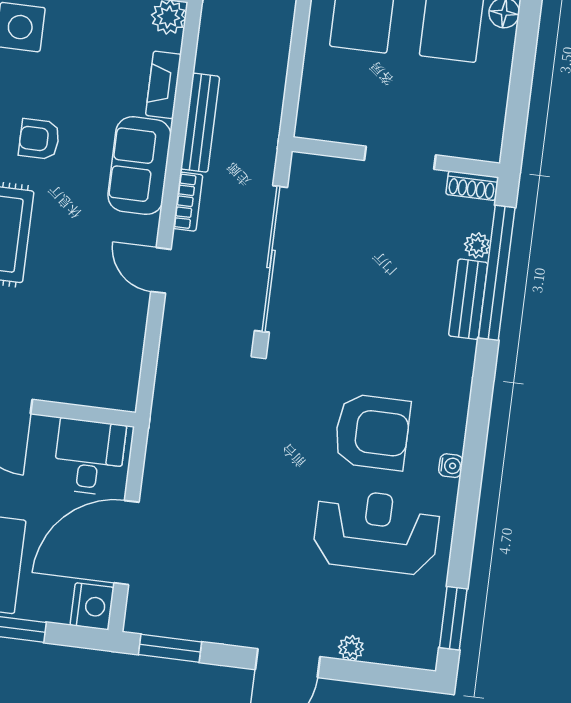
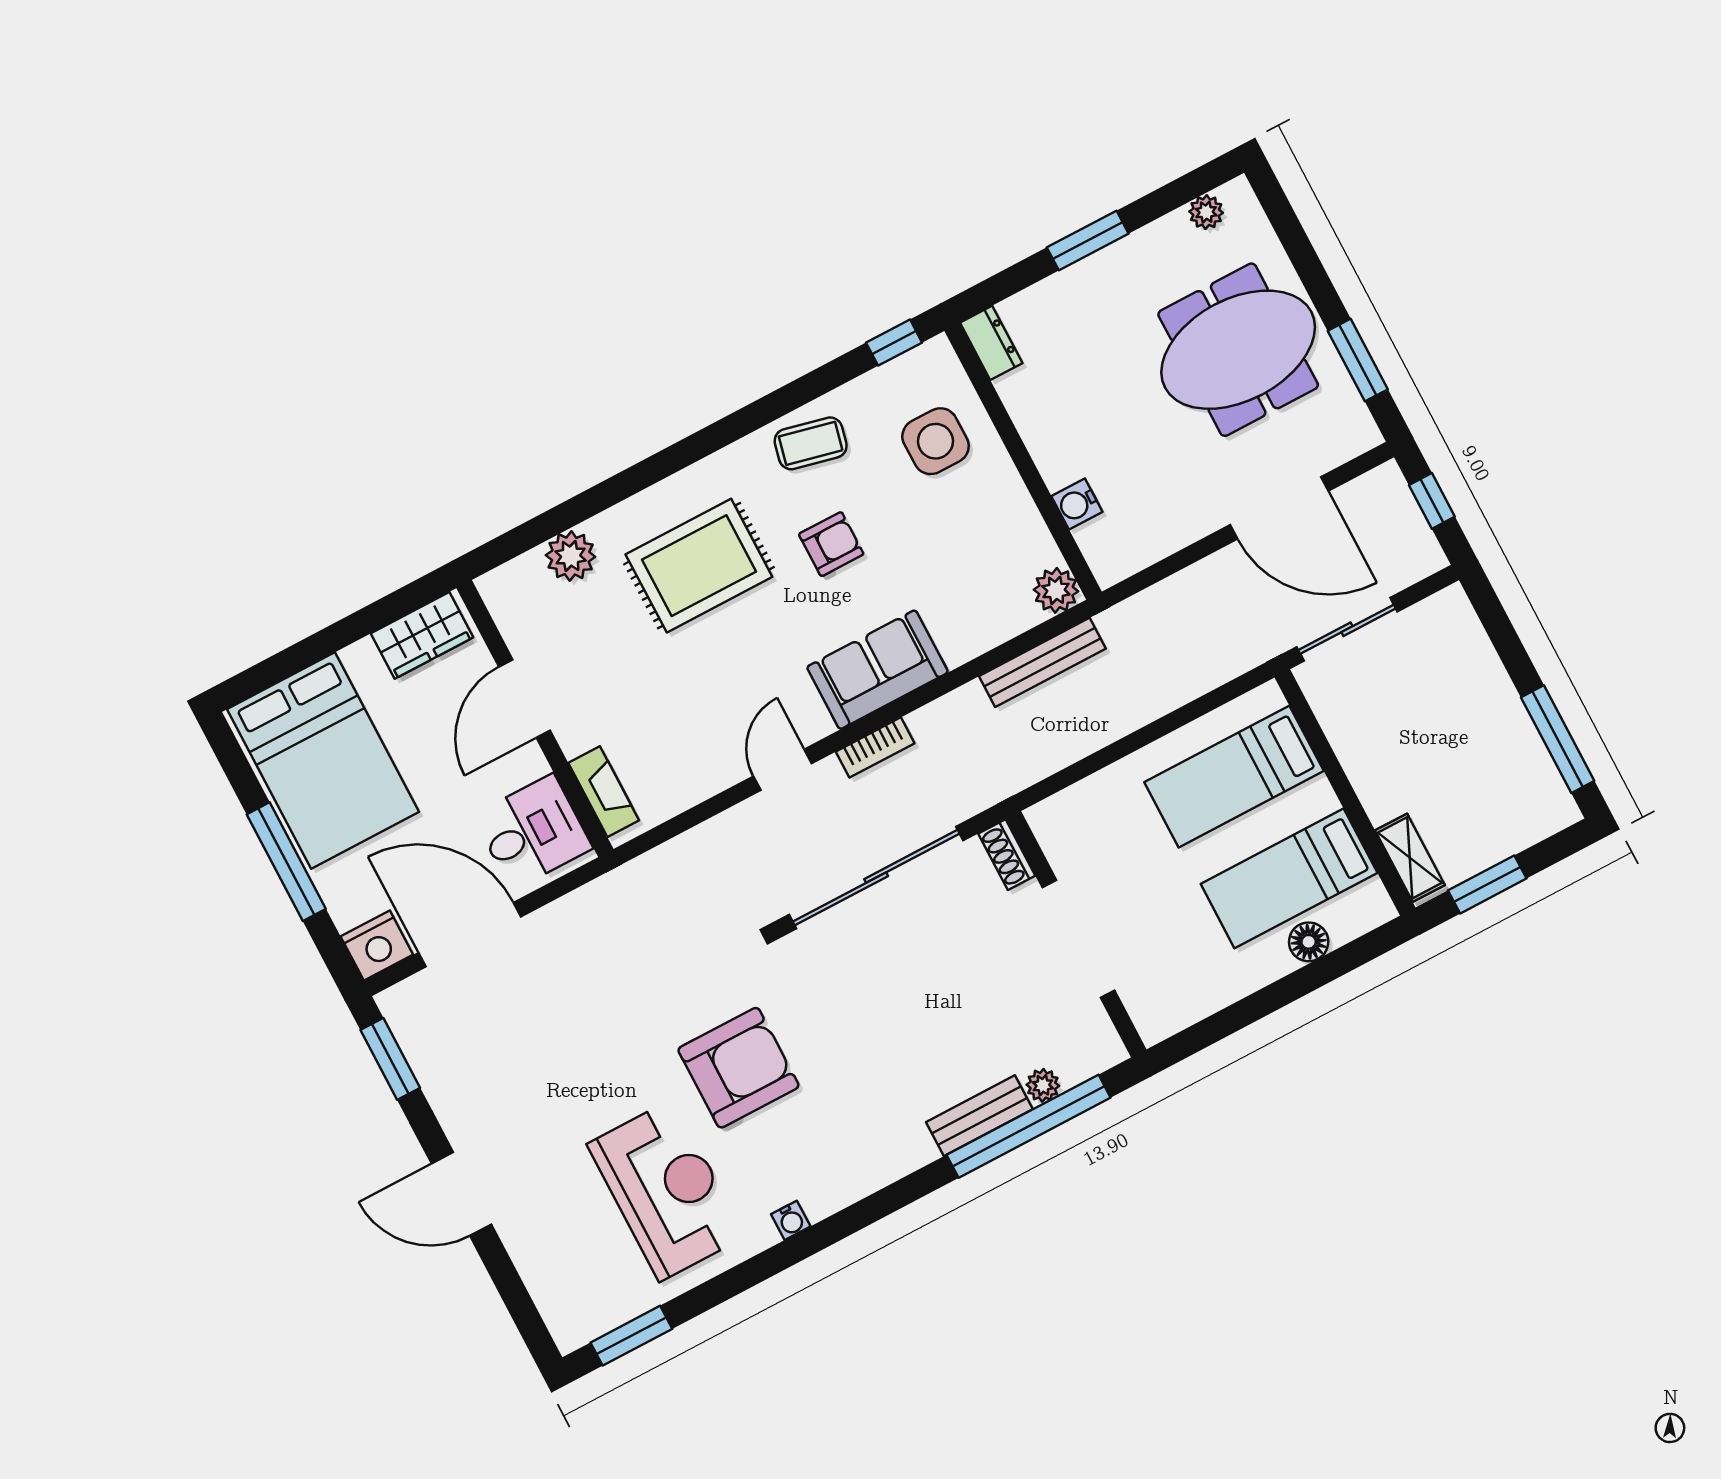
fireplace: (163, 85) -> (604, 792), moved, turned 90
bench: (200, 123) -> (1042, 662), moved
armchair: (39, 139) -> (831, 544), turned 90
doorway: (400, 158) -> (1078, 939), width x1.36
shoe rack: (472, 186) -> (1007, 855), moved
armchair: (372, 432) -> (738, 1068), moved, turned -90
plant: (351, 648) -> (524, 1250), removed

